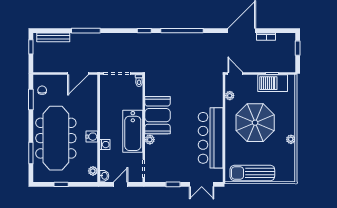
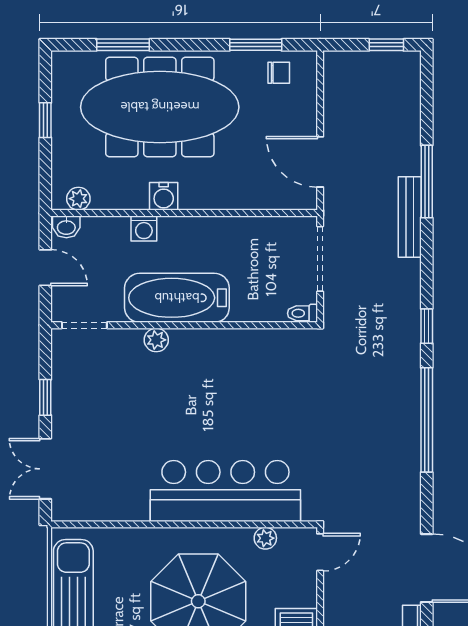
bench: (53, 37) -> (410, 217), moved
booth: (158, 115) -> (217, 359), removed
bar counter: (211, 138) -> (225, 491), moved

